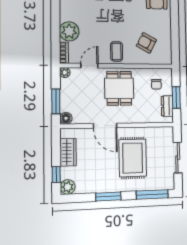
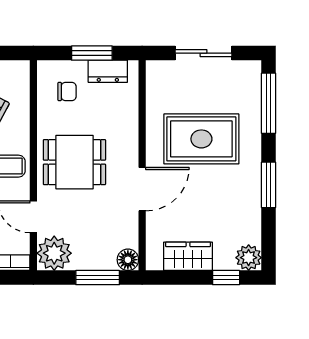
plant: (65, 72) -> (54, 253), width x1.88, depth x1.88

